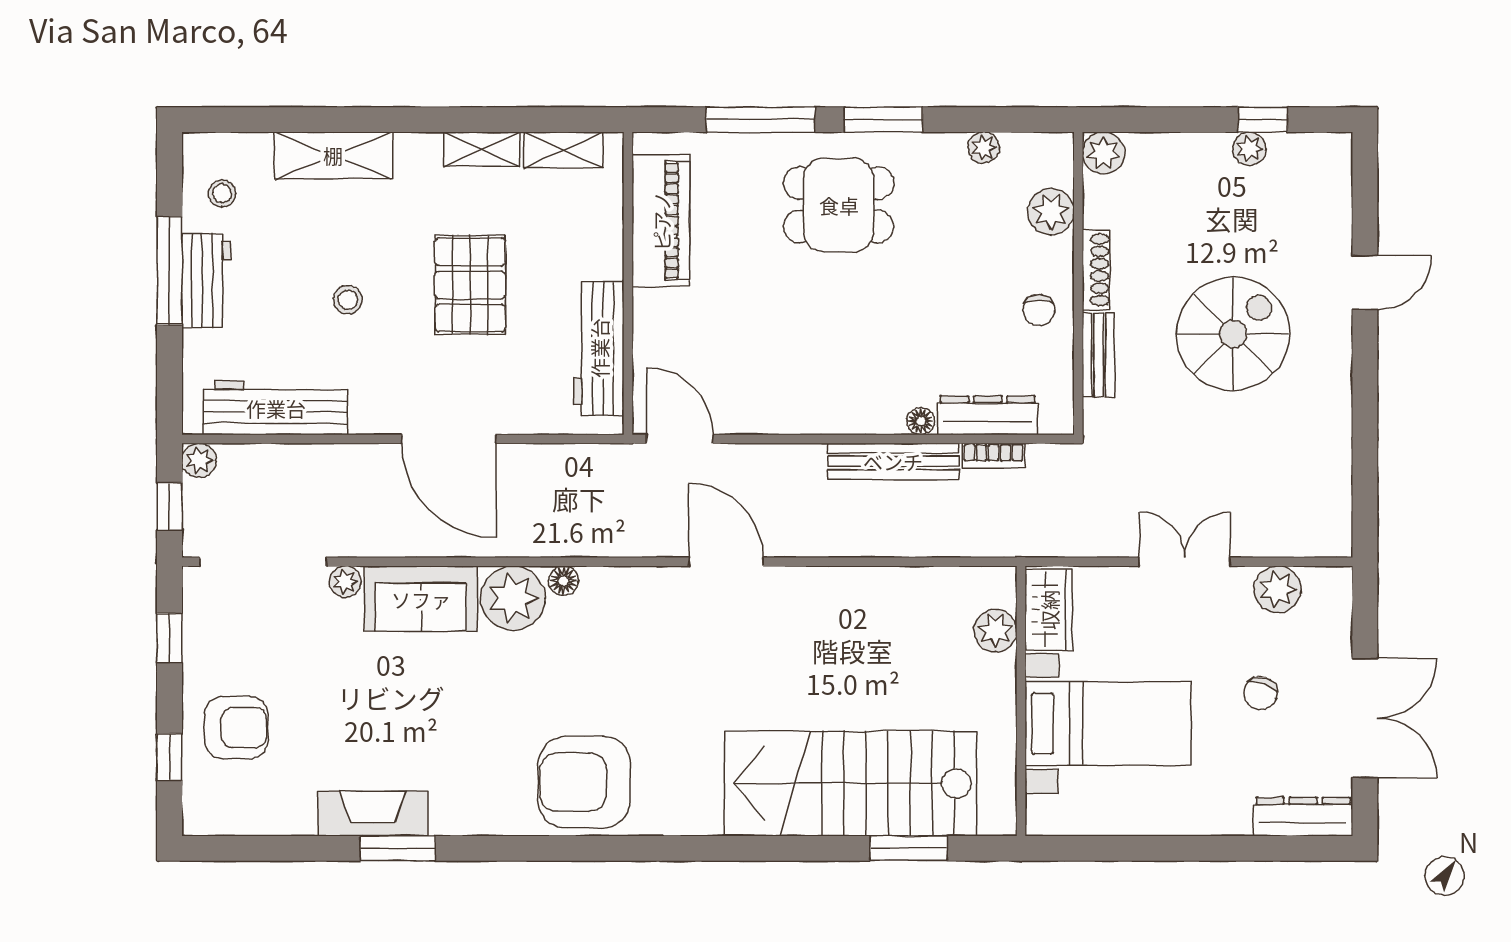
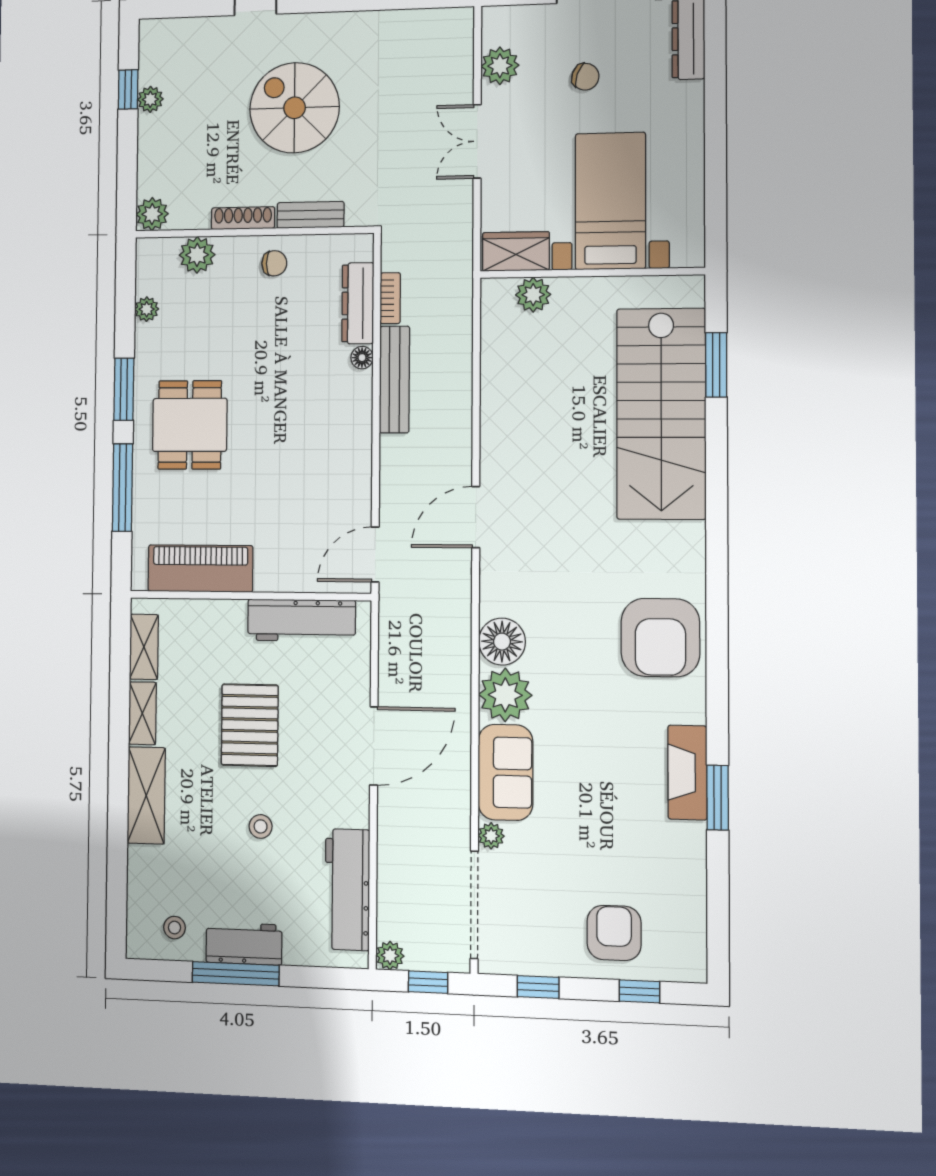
shelving: (333, 155) -> (146, 795), moved
pallet: (470, 285) -> (250, 725), turned 90
floor lamp: (563, 581) -> (502, 642), width x1.89, depth x1.89
fireplace: (373, 813) -> (687, 772), moved

